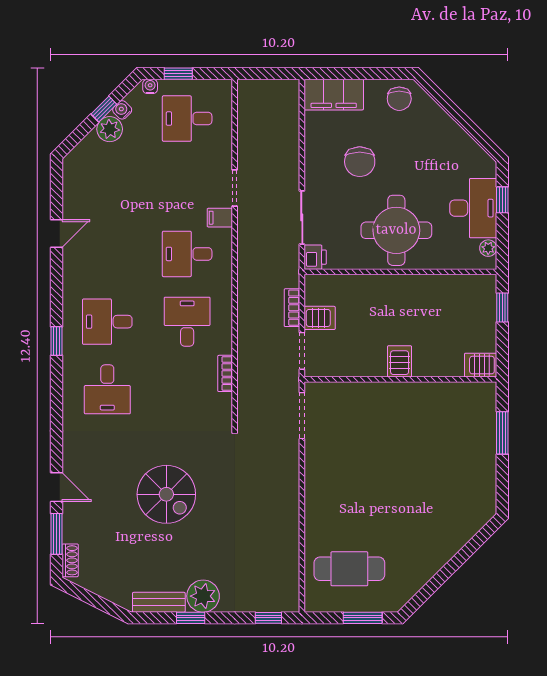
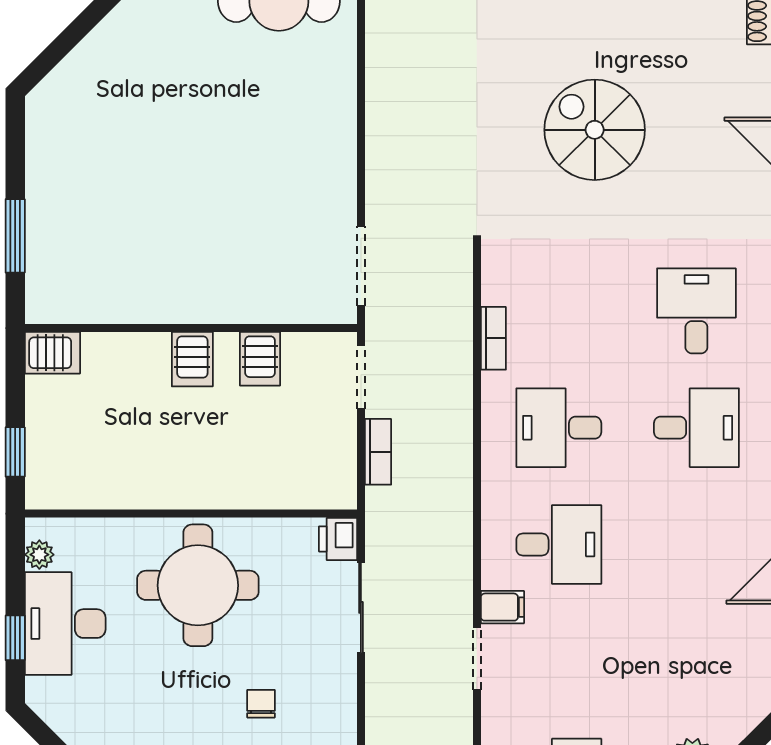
chair: (360, 162) -> (261, 704), width x0.54, depth x0.54
server rack: (320, 318) -> (260, 359), moved, turned -90
desk: (187, 322) -> (559, 428), turned 90

